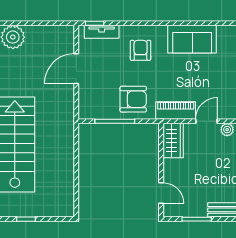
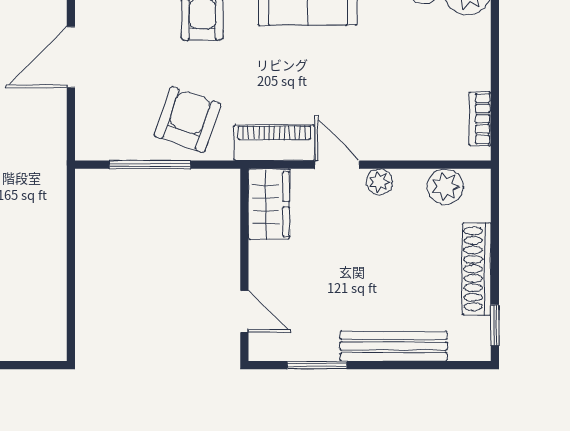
armchair: (133, 99) -> (187, 120), turned -71
door: (206, 121) -> (337, 165), hinge flipped

